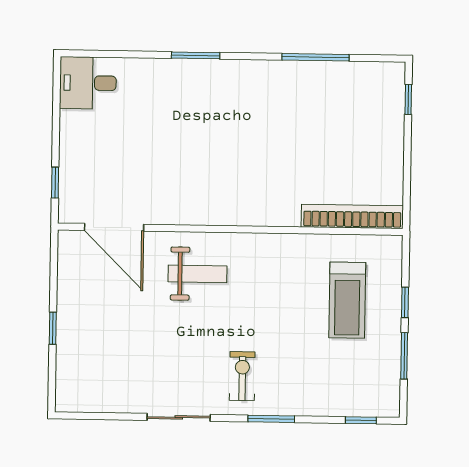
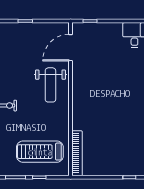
weight bench: (198, 274) -> (50, 85), width x1.36, depth x1.33
treadmill: (347, 300) -> (40, 152), width x1.37, depth x1.38

